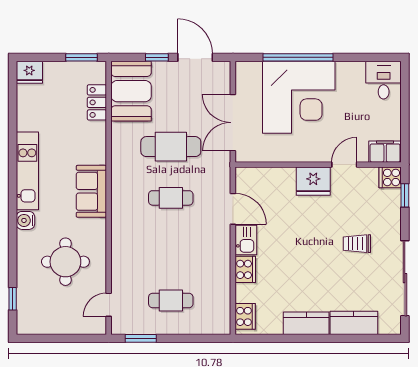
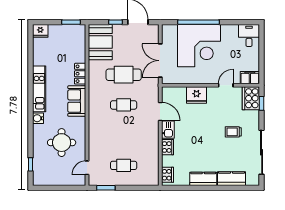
locker: (97, 102) -> (80, 74), moved
cooker: (390, 177) -> (251, 98), width x1.87, depth x1.31
fridge: (313, 181) -> (197, 95), moved

